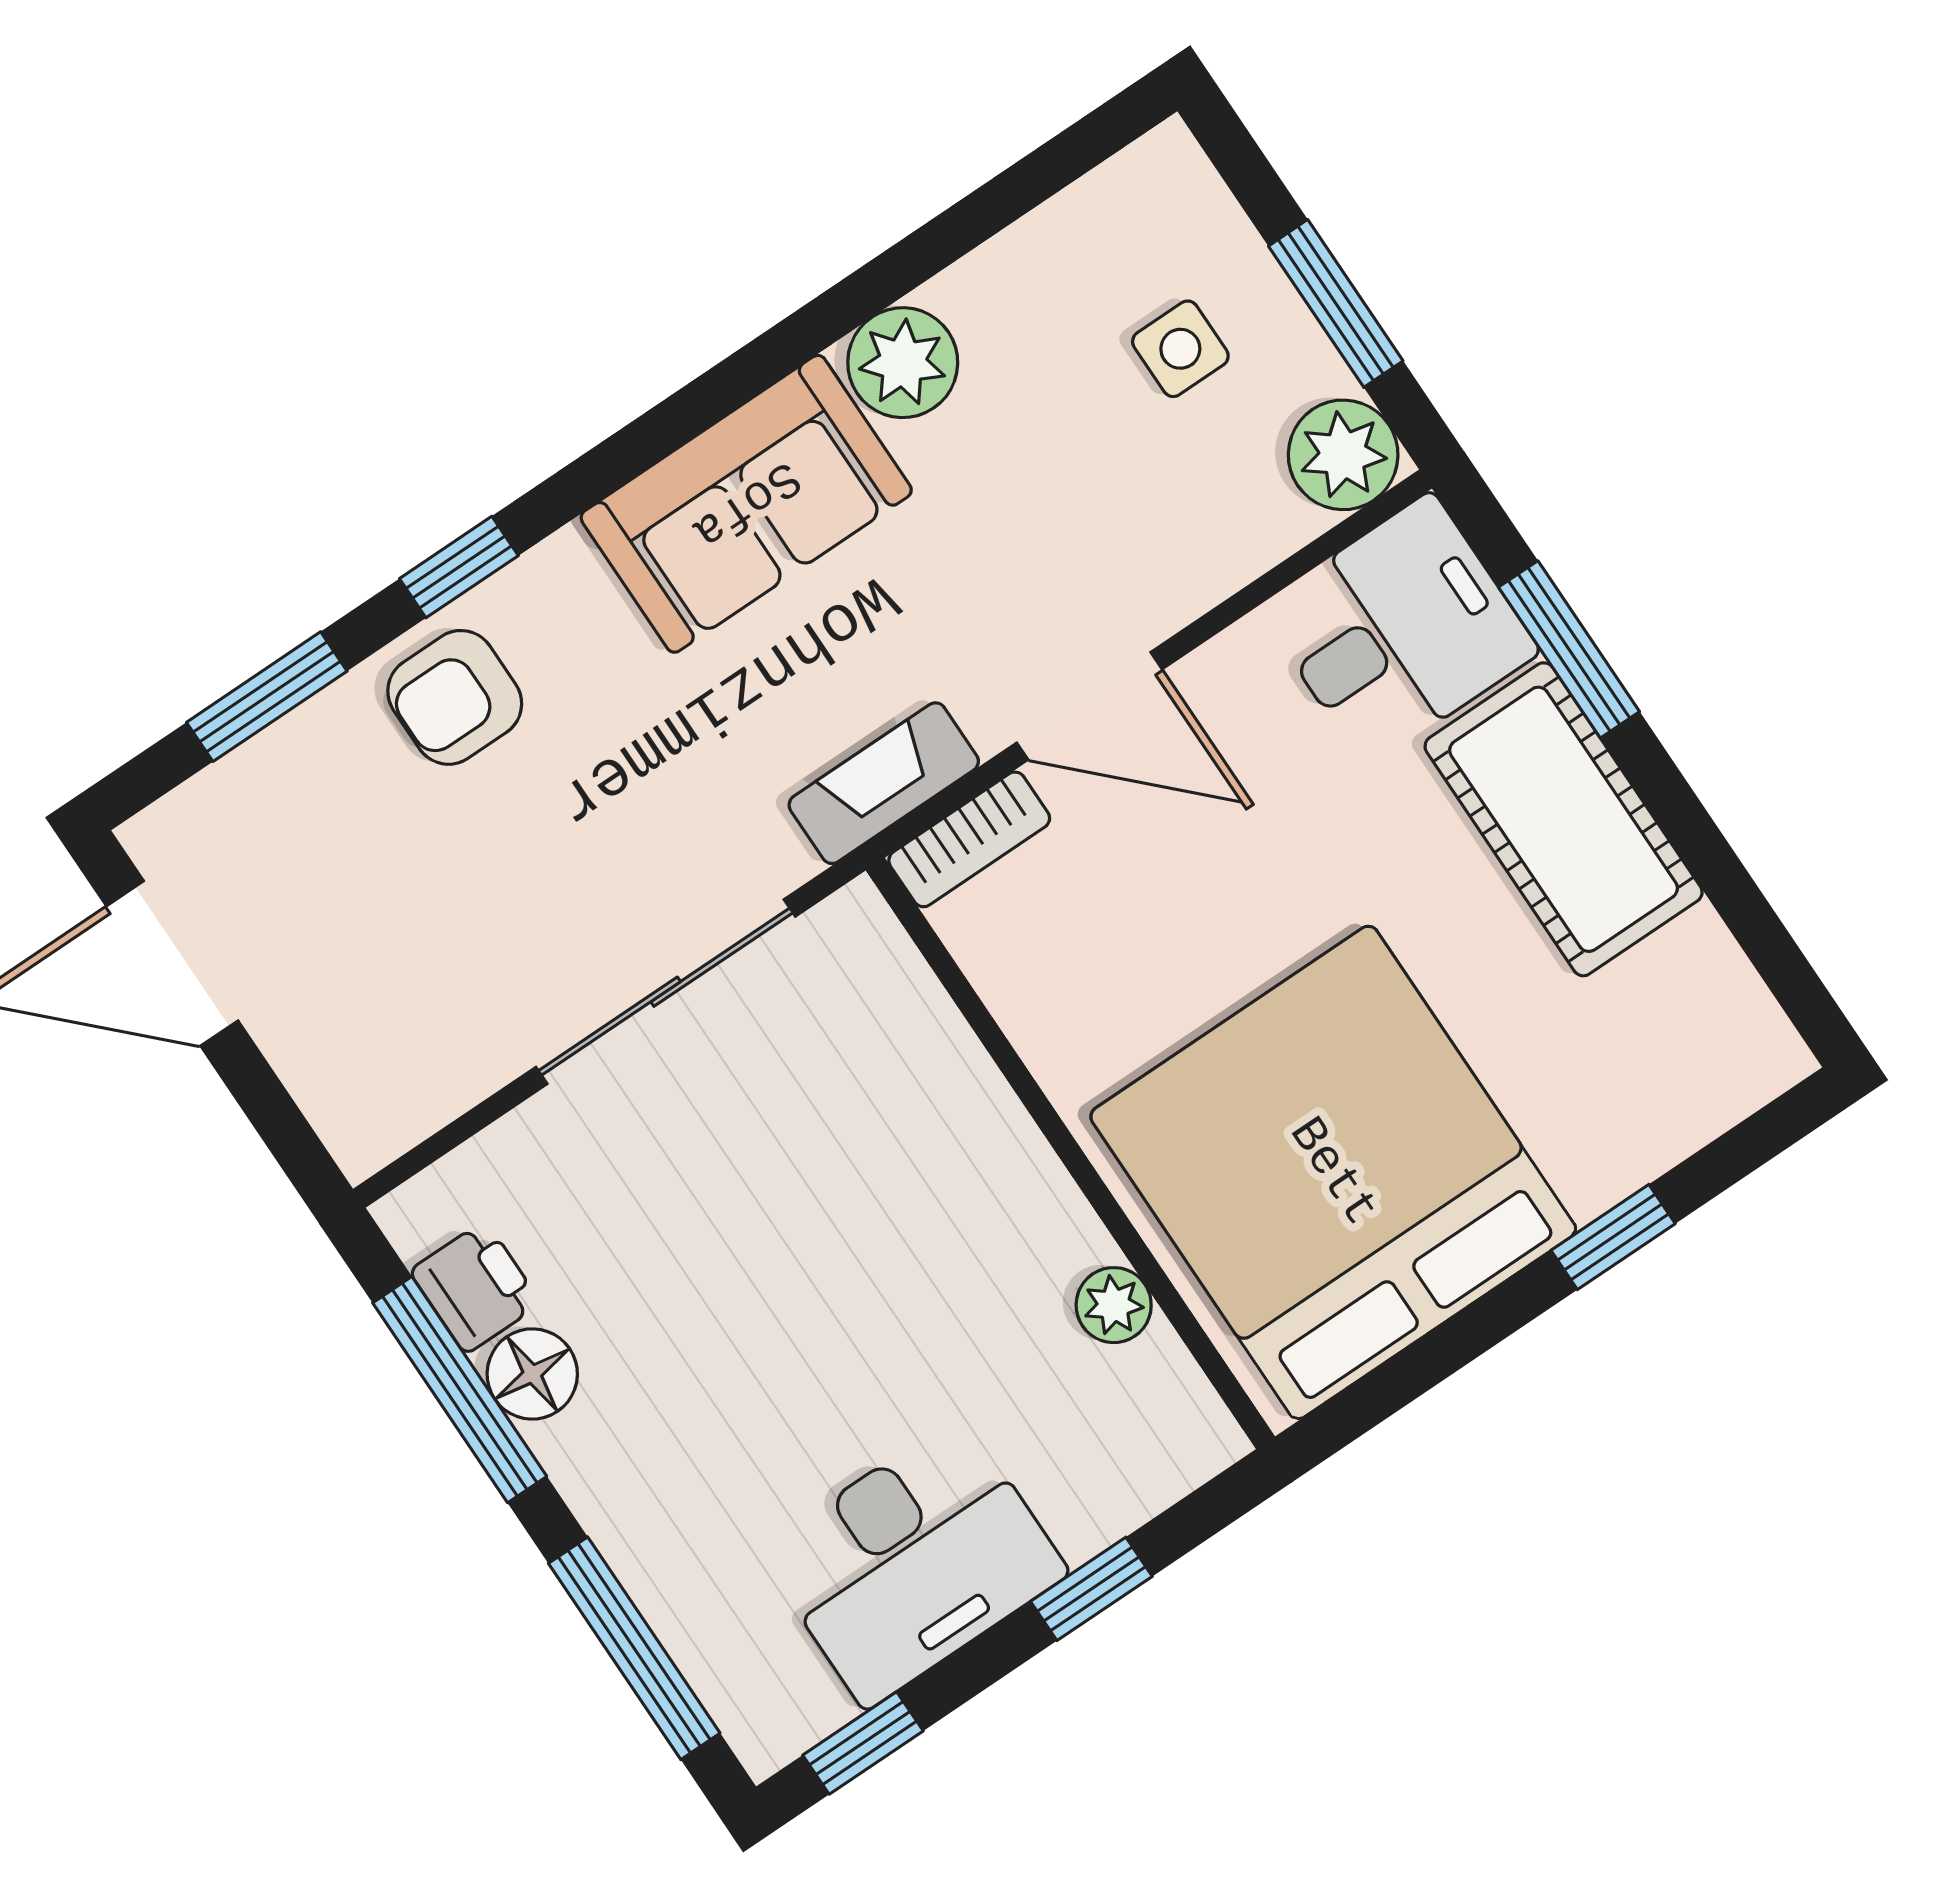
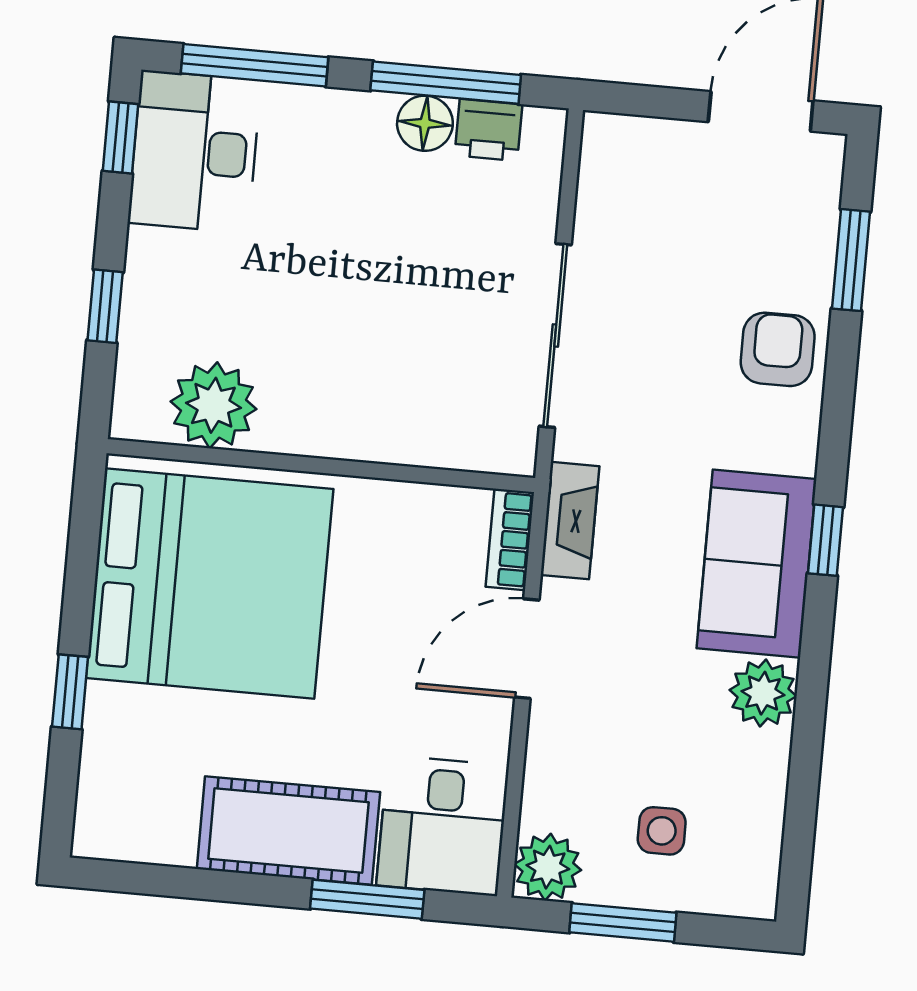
window: (459, 567) -> (826, 540), moved
plant: (1114, 1305) -> (213, 405), width x1.88, depth x1.88
desk: (913, 1562) -> (195, 152), moved

